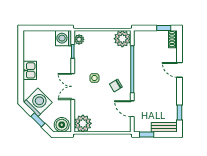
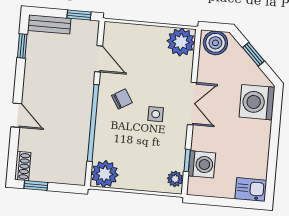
washing machine: (64, 38) -> (202, 164), moved
kitchen sink: (30, 70) -> (251, 190), moved, turned 90
washing machine: (38, 102) -> (257, 102), moved, turned 45

